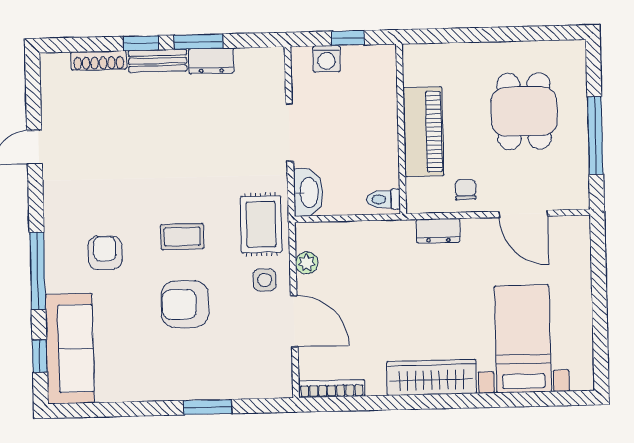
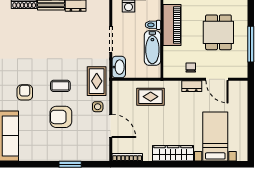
piano: (423, 132) -> (172, 25), moved
bathtub: (381, 149) -> (152, 48), added
toilet: (383, 199) -> (153, 25), moved
dresser: (438, 231) -> (192, 86), moved
rug: (379, 255) -> (151, 97), added
plant: (307, 263) -> (117, 99), removed

